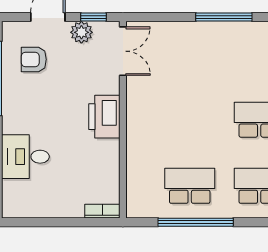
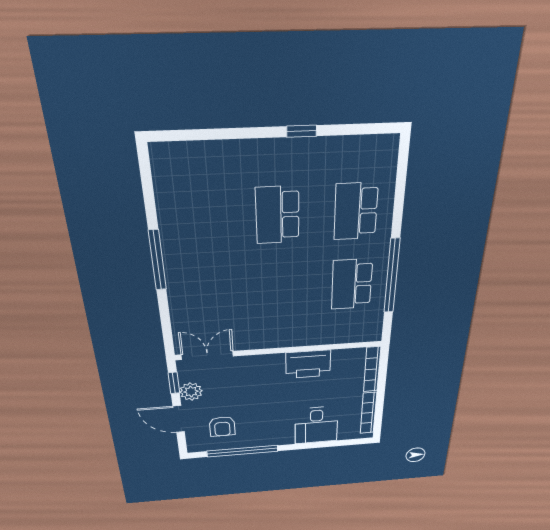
printer: (104, 117) -> (308, 364), moved
bookcase: (36, 211) -> (368, 413), added
bookcase: (102, 211) -> (372, 369), width x1.56

